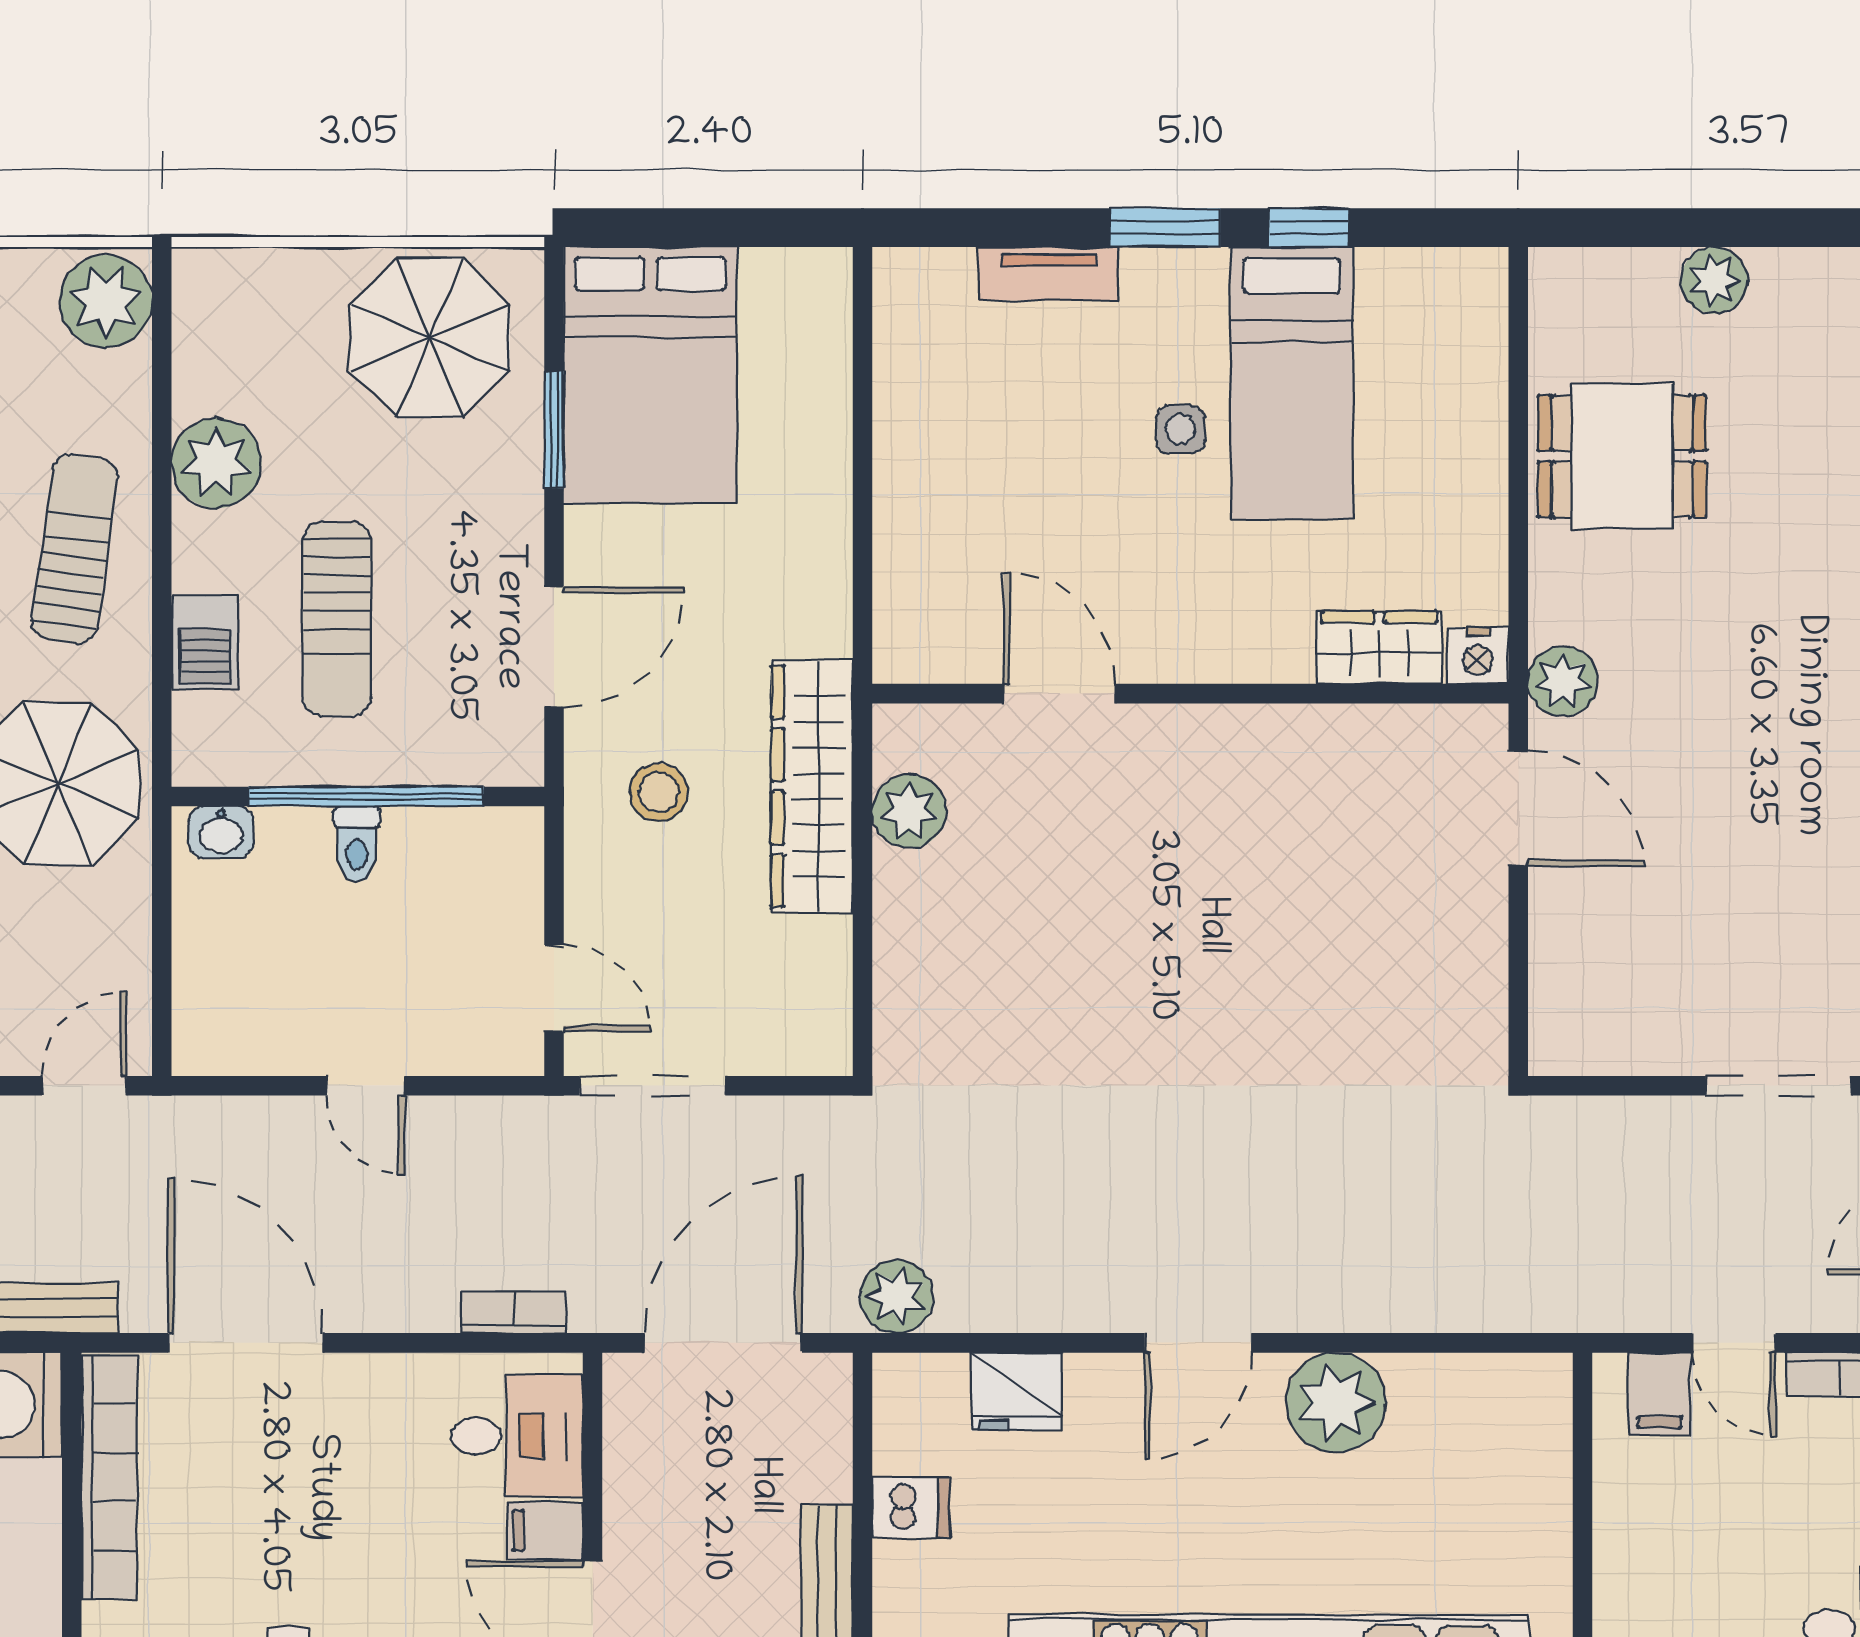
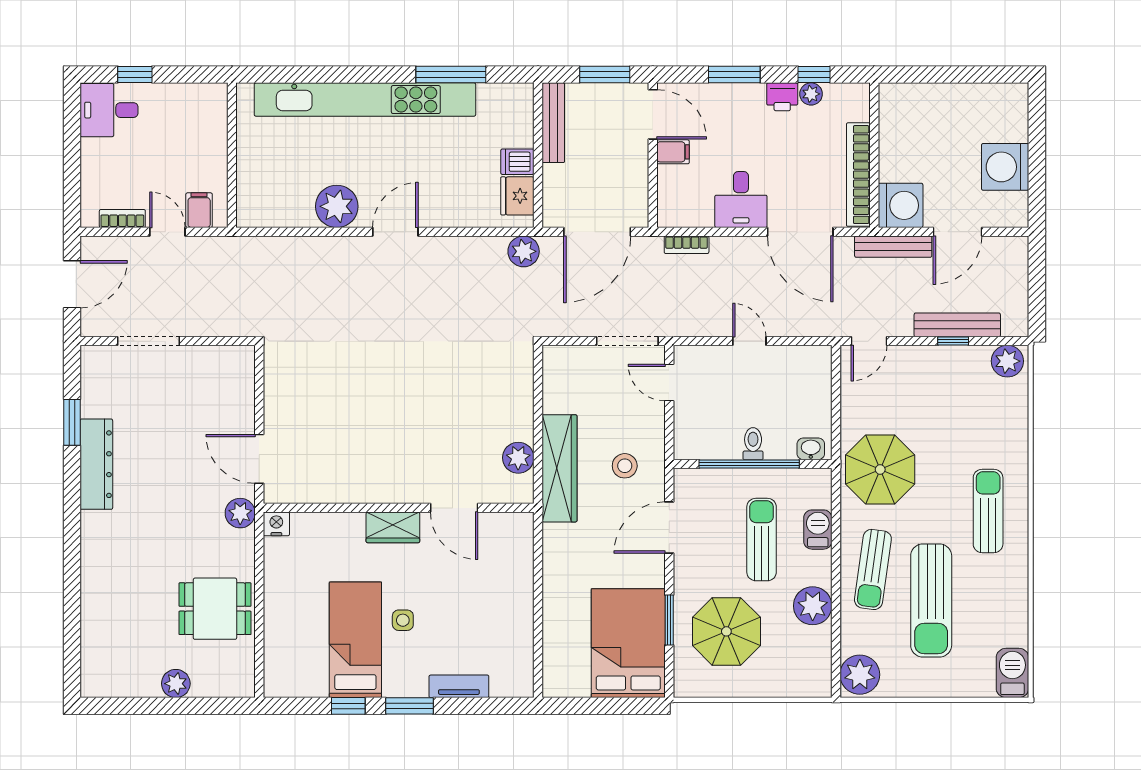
parasol: (430, 338) -> (726, 631), moved
wardrobe: (1379, 648) -> (393, 527), moved
fridge: (1017, 1391) -> (517, 196), moved, turned -90
desk: (517, 1436) -> (741, 200), moved, turned -90

